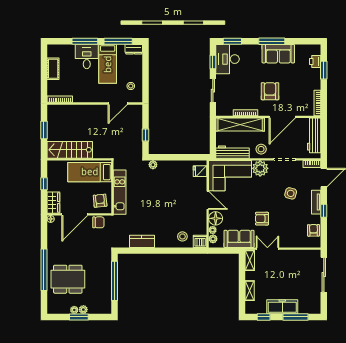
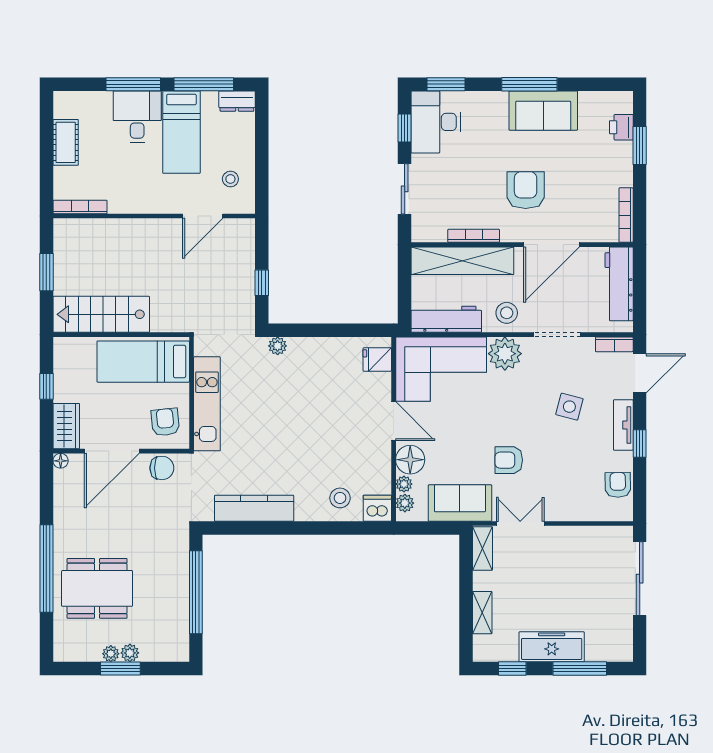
kitchen counter: (142, 241) -> (254, 508), width x1.50

